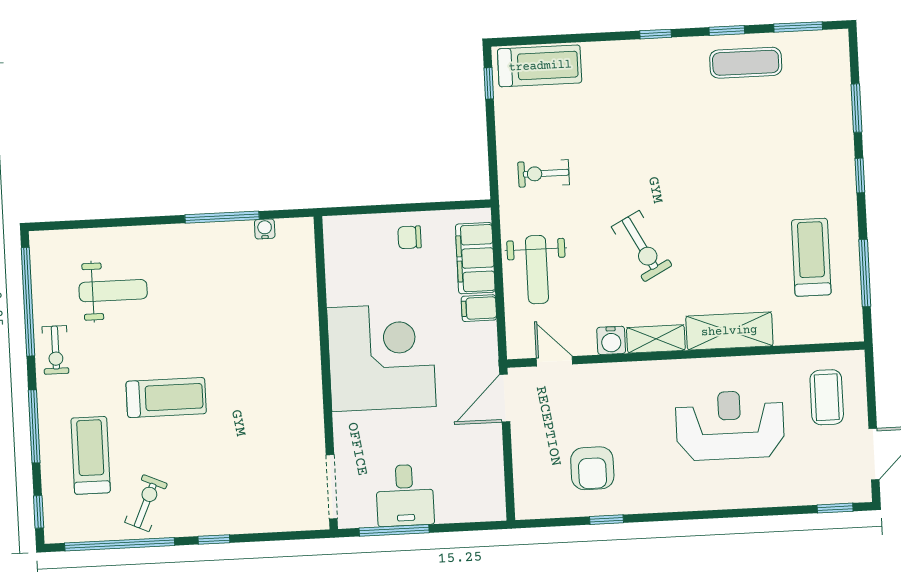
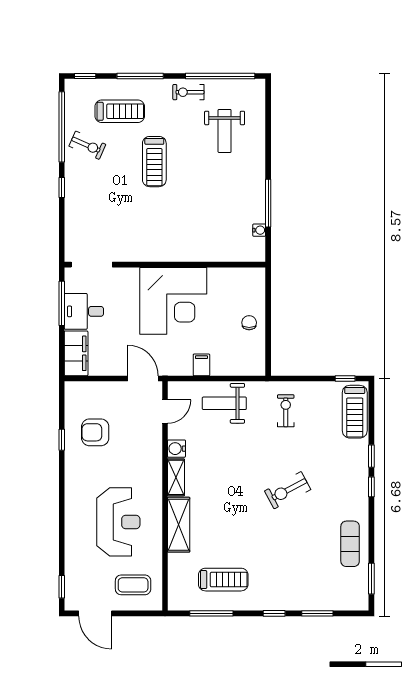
window: (727, 30) -> (371, 456), moved
exercise bike: (642, 246) -> (288, 490), moved
filing cabinet: (475, 258) -> (76, 353), moved, turned 90

